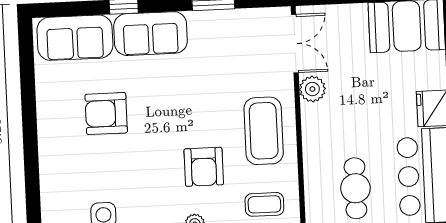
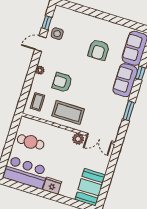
armchair: (106, 114) -> (99, 50), turned 180

